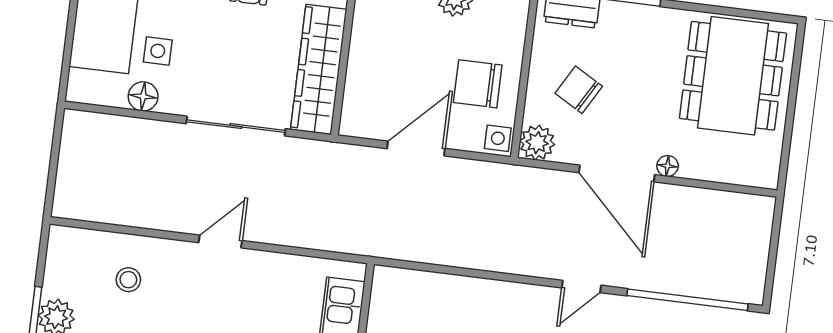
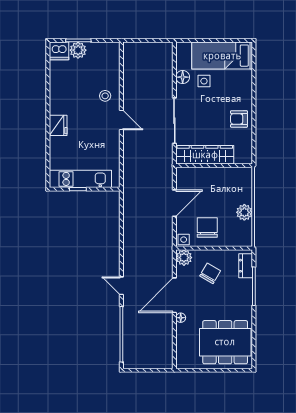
door: (416, 149) -> (174, 203), hinge flipped
stool: (128, 280) -> (105, 96), moved

